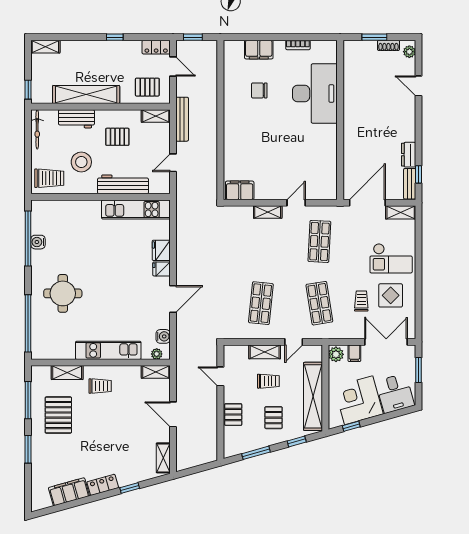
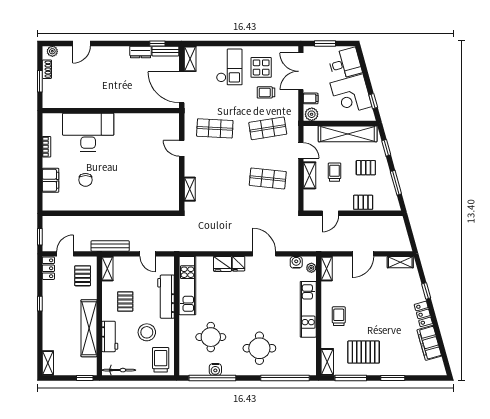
filing cabinet: (240, 190) -> (171, 197), removed
shelving: (268, 212) -> (190, 189), moved
round table: (76, 237) -> (211, 337), added
shelving: (67, 373) -> (327, 362), moved

